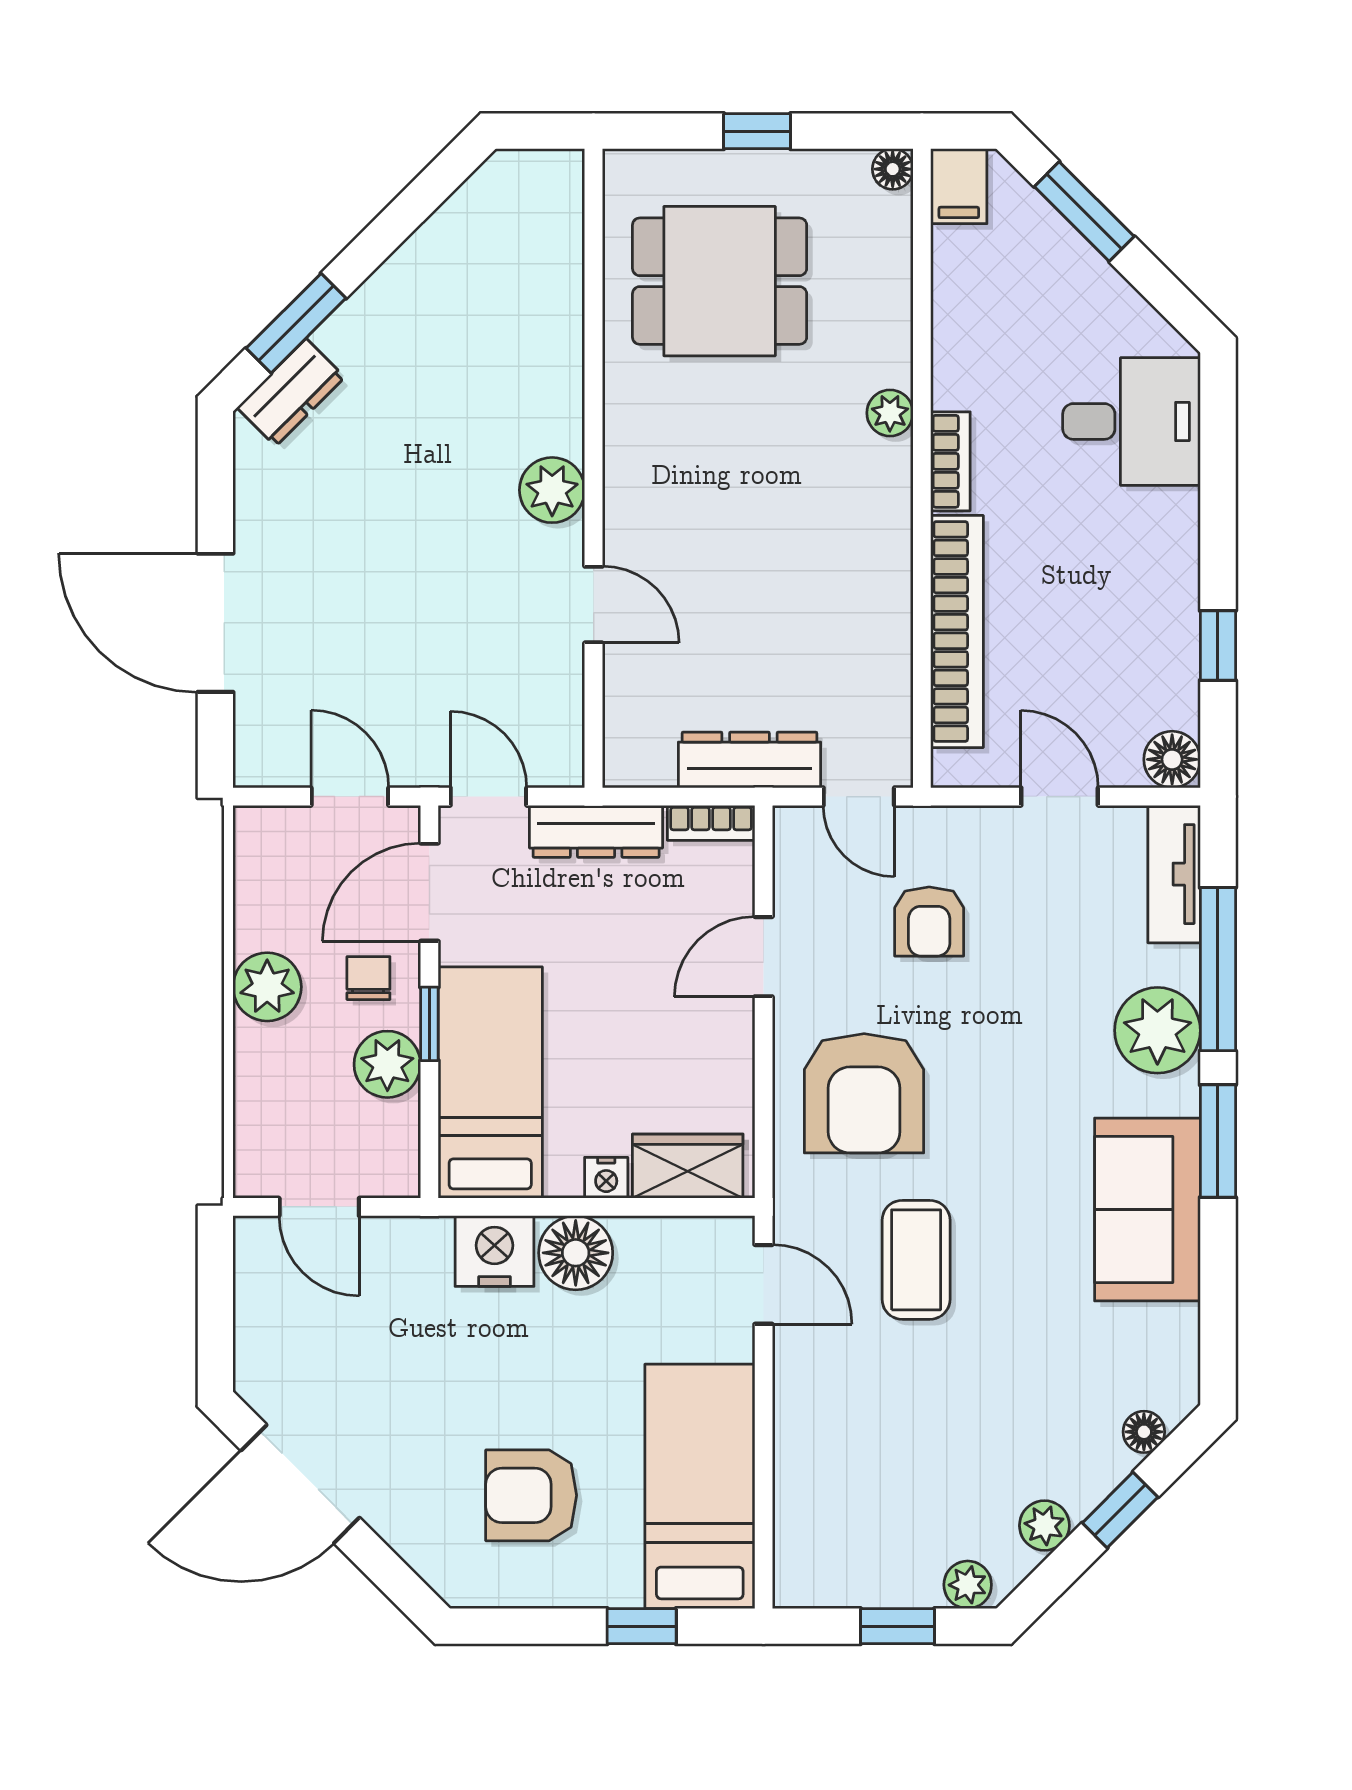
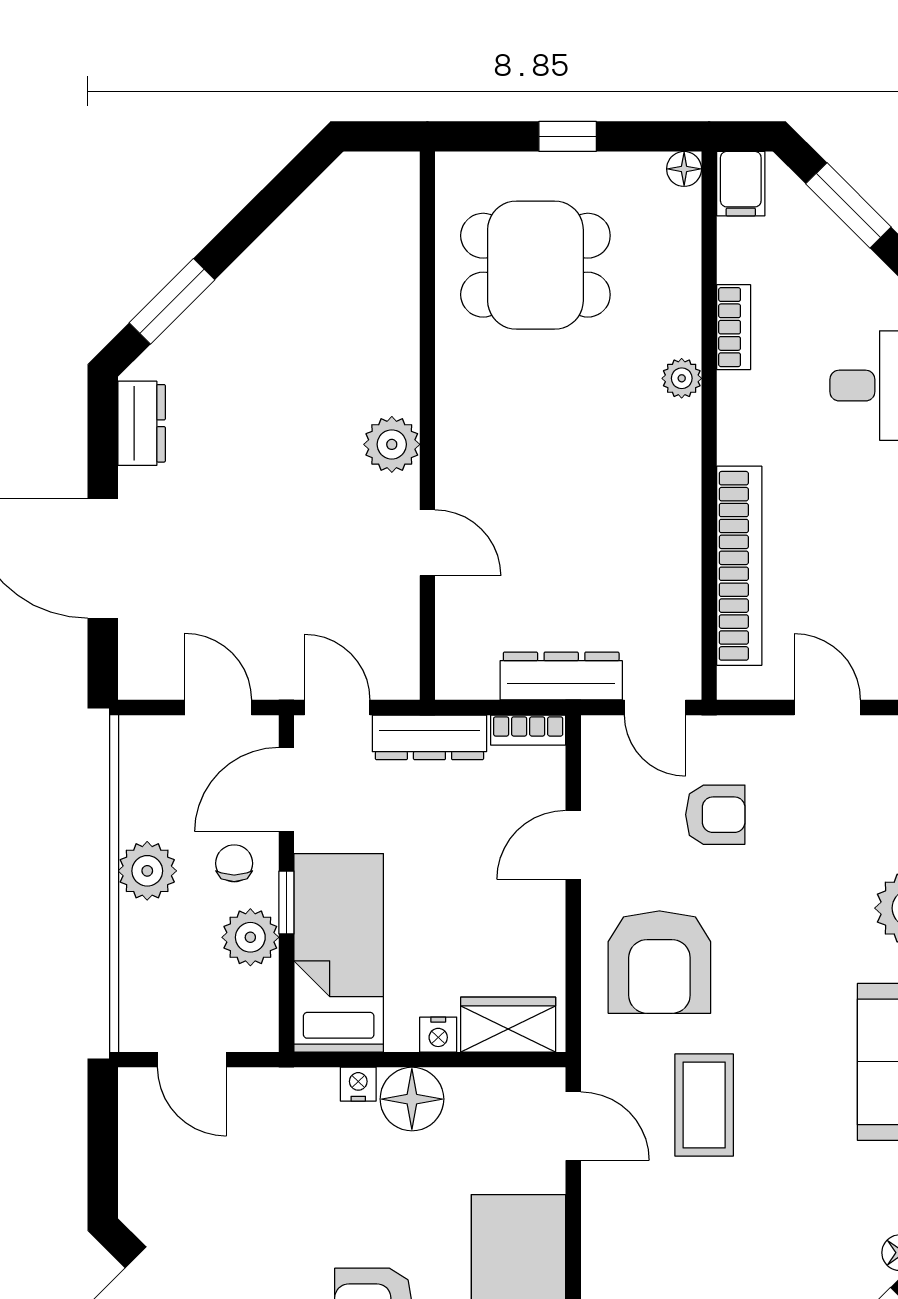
dresser: (291, 392) -> (142, 423), moved, turned -45
bookcase: (950, 461) -> (734, 327), moved
armchair: (929, 921) -> (715, 815), turned -90
nightstand: (494, 1251) -> (358, 1084), width x0.53, depth x0.56

